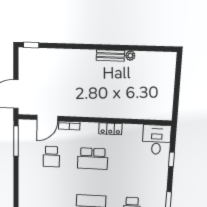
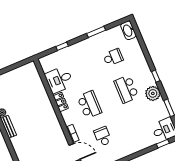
desk: (157, 140) -> (59, 80), moved
school desk: (51, 157) -> (103, 136), turned -90

